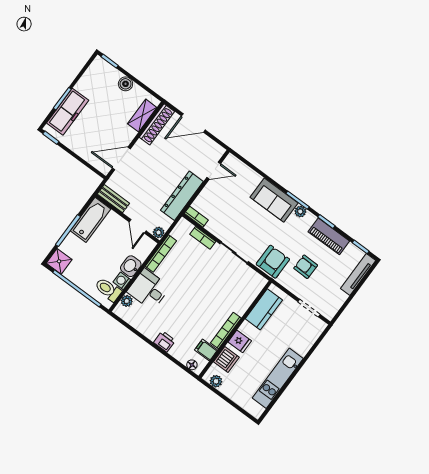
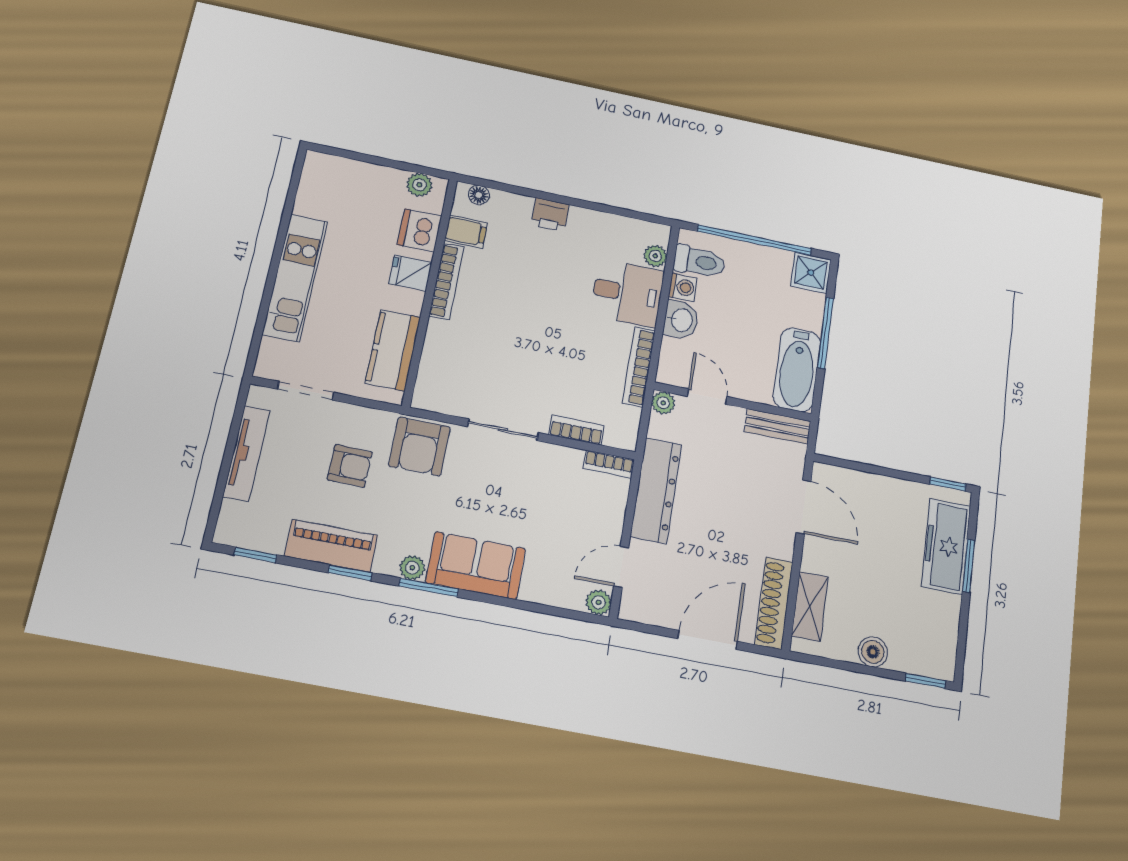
door: (121, 159) -> (804, 507), hinge flipped
plant: (231, 160) -> (599, 602), added
tv unit: (358, 274) -> (247, 454), moved
kitchen unit: (278, 378) -> (295, 278), moved

